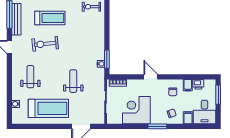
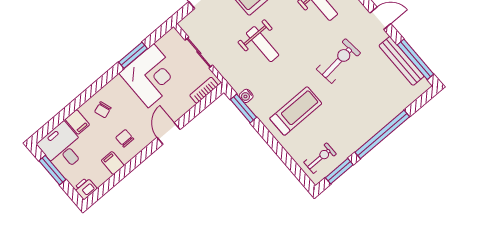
treadmill: (50, 18) -> (296, 111), moved, turned 180
door: (151, 77) -> (169, 133), swing flipped
printer: (198, 84) -> (85, 188), moved
window: (218, 95) -> (52, 170), moved
window: (157, 126) -> (133, 55), moved

